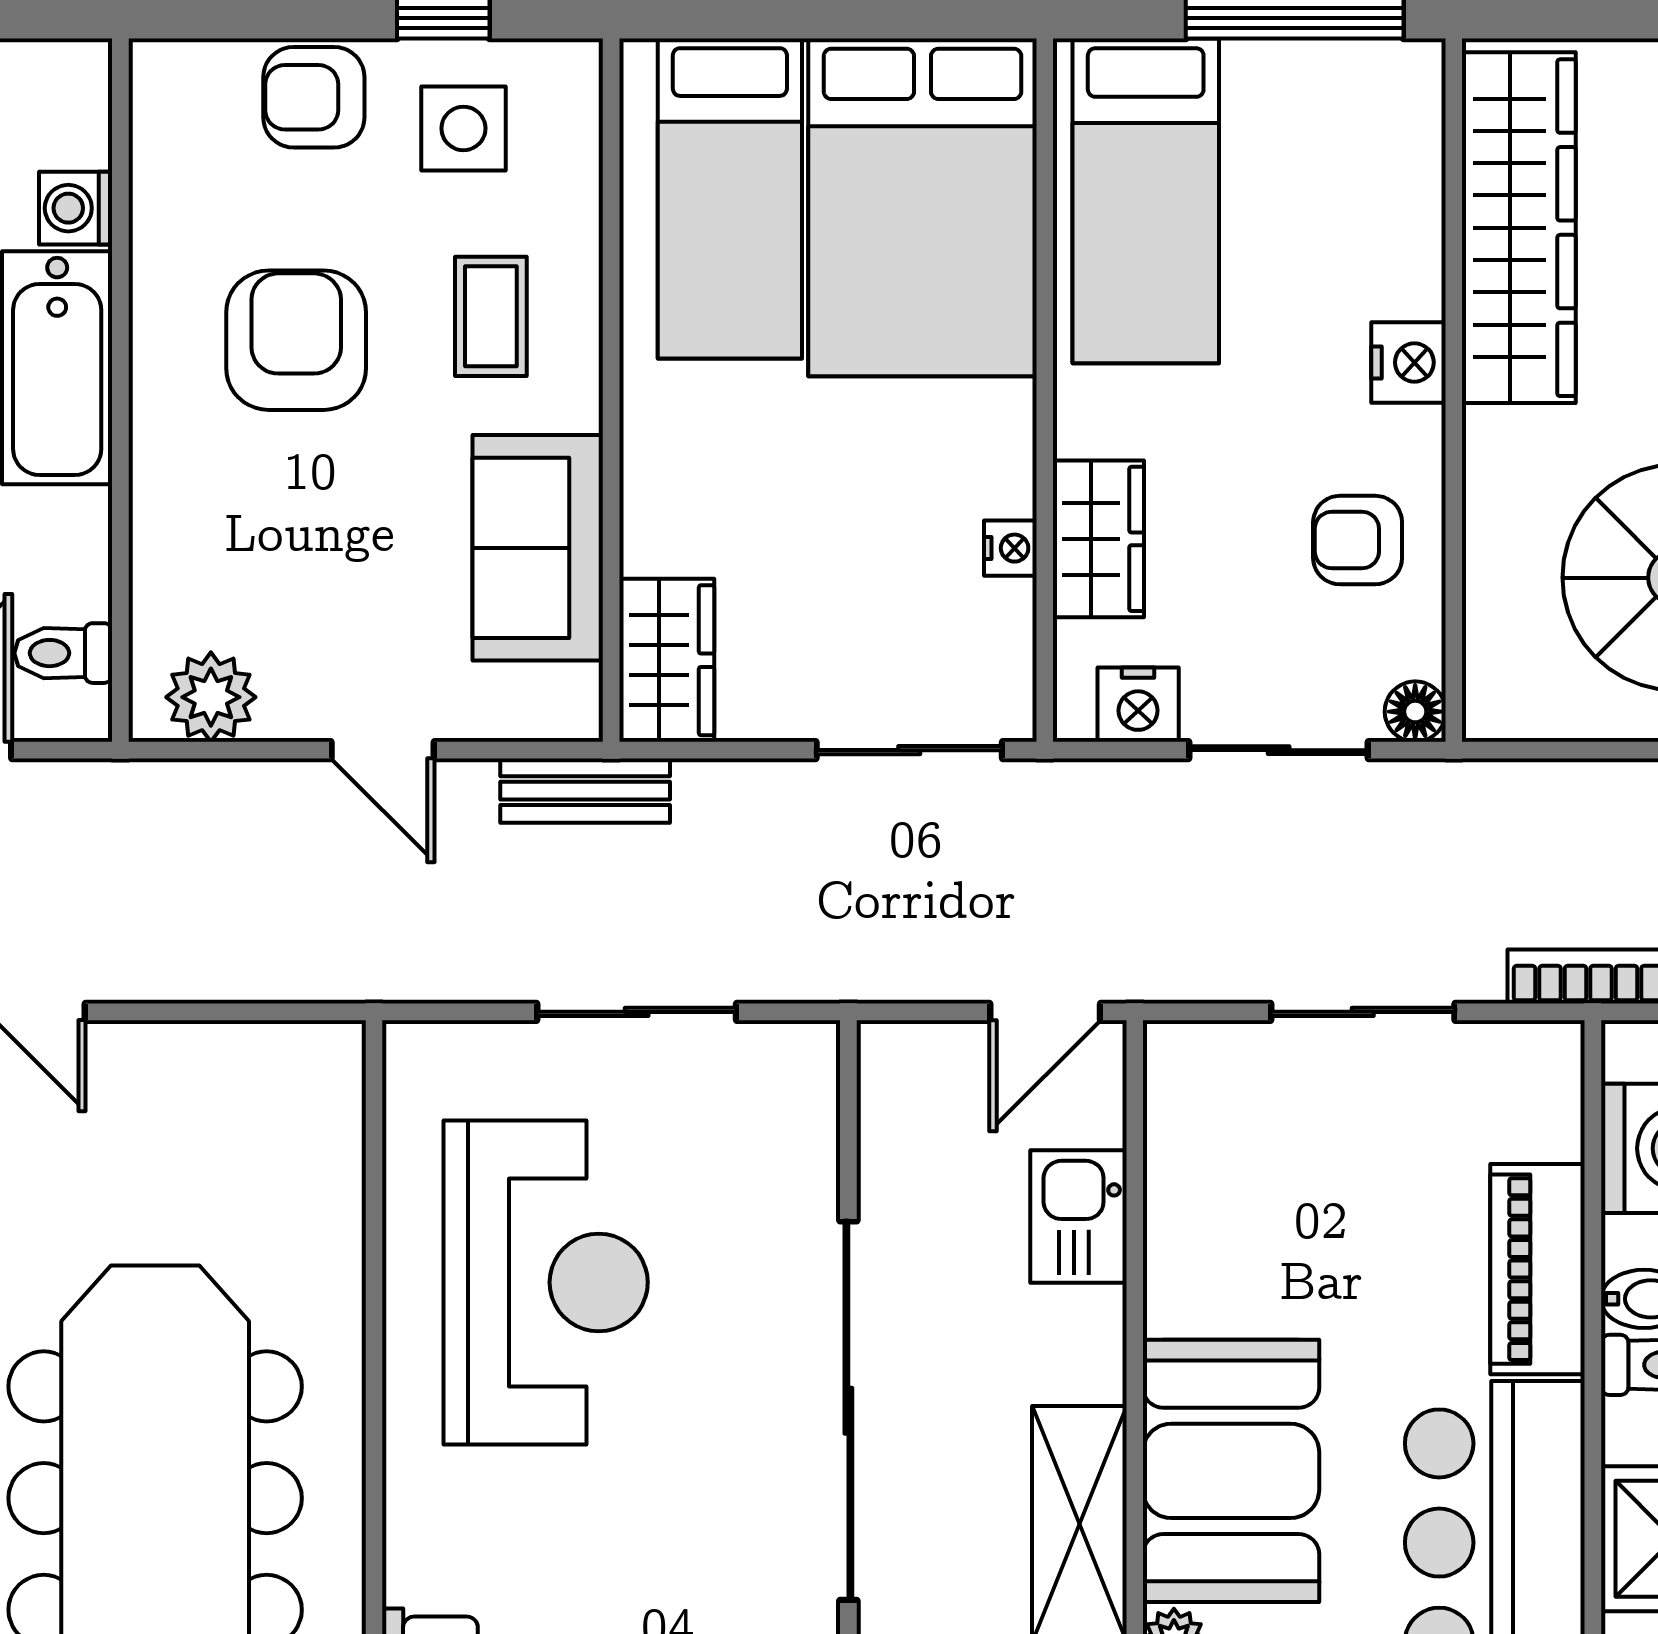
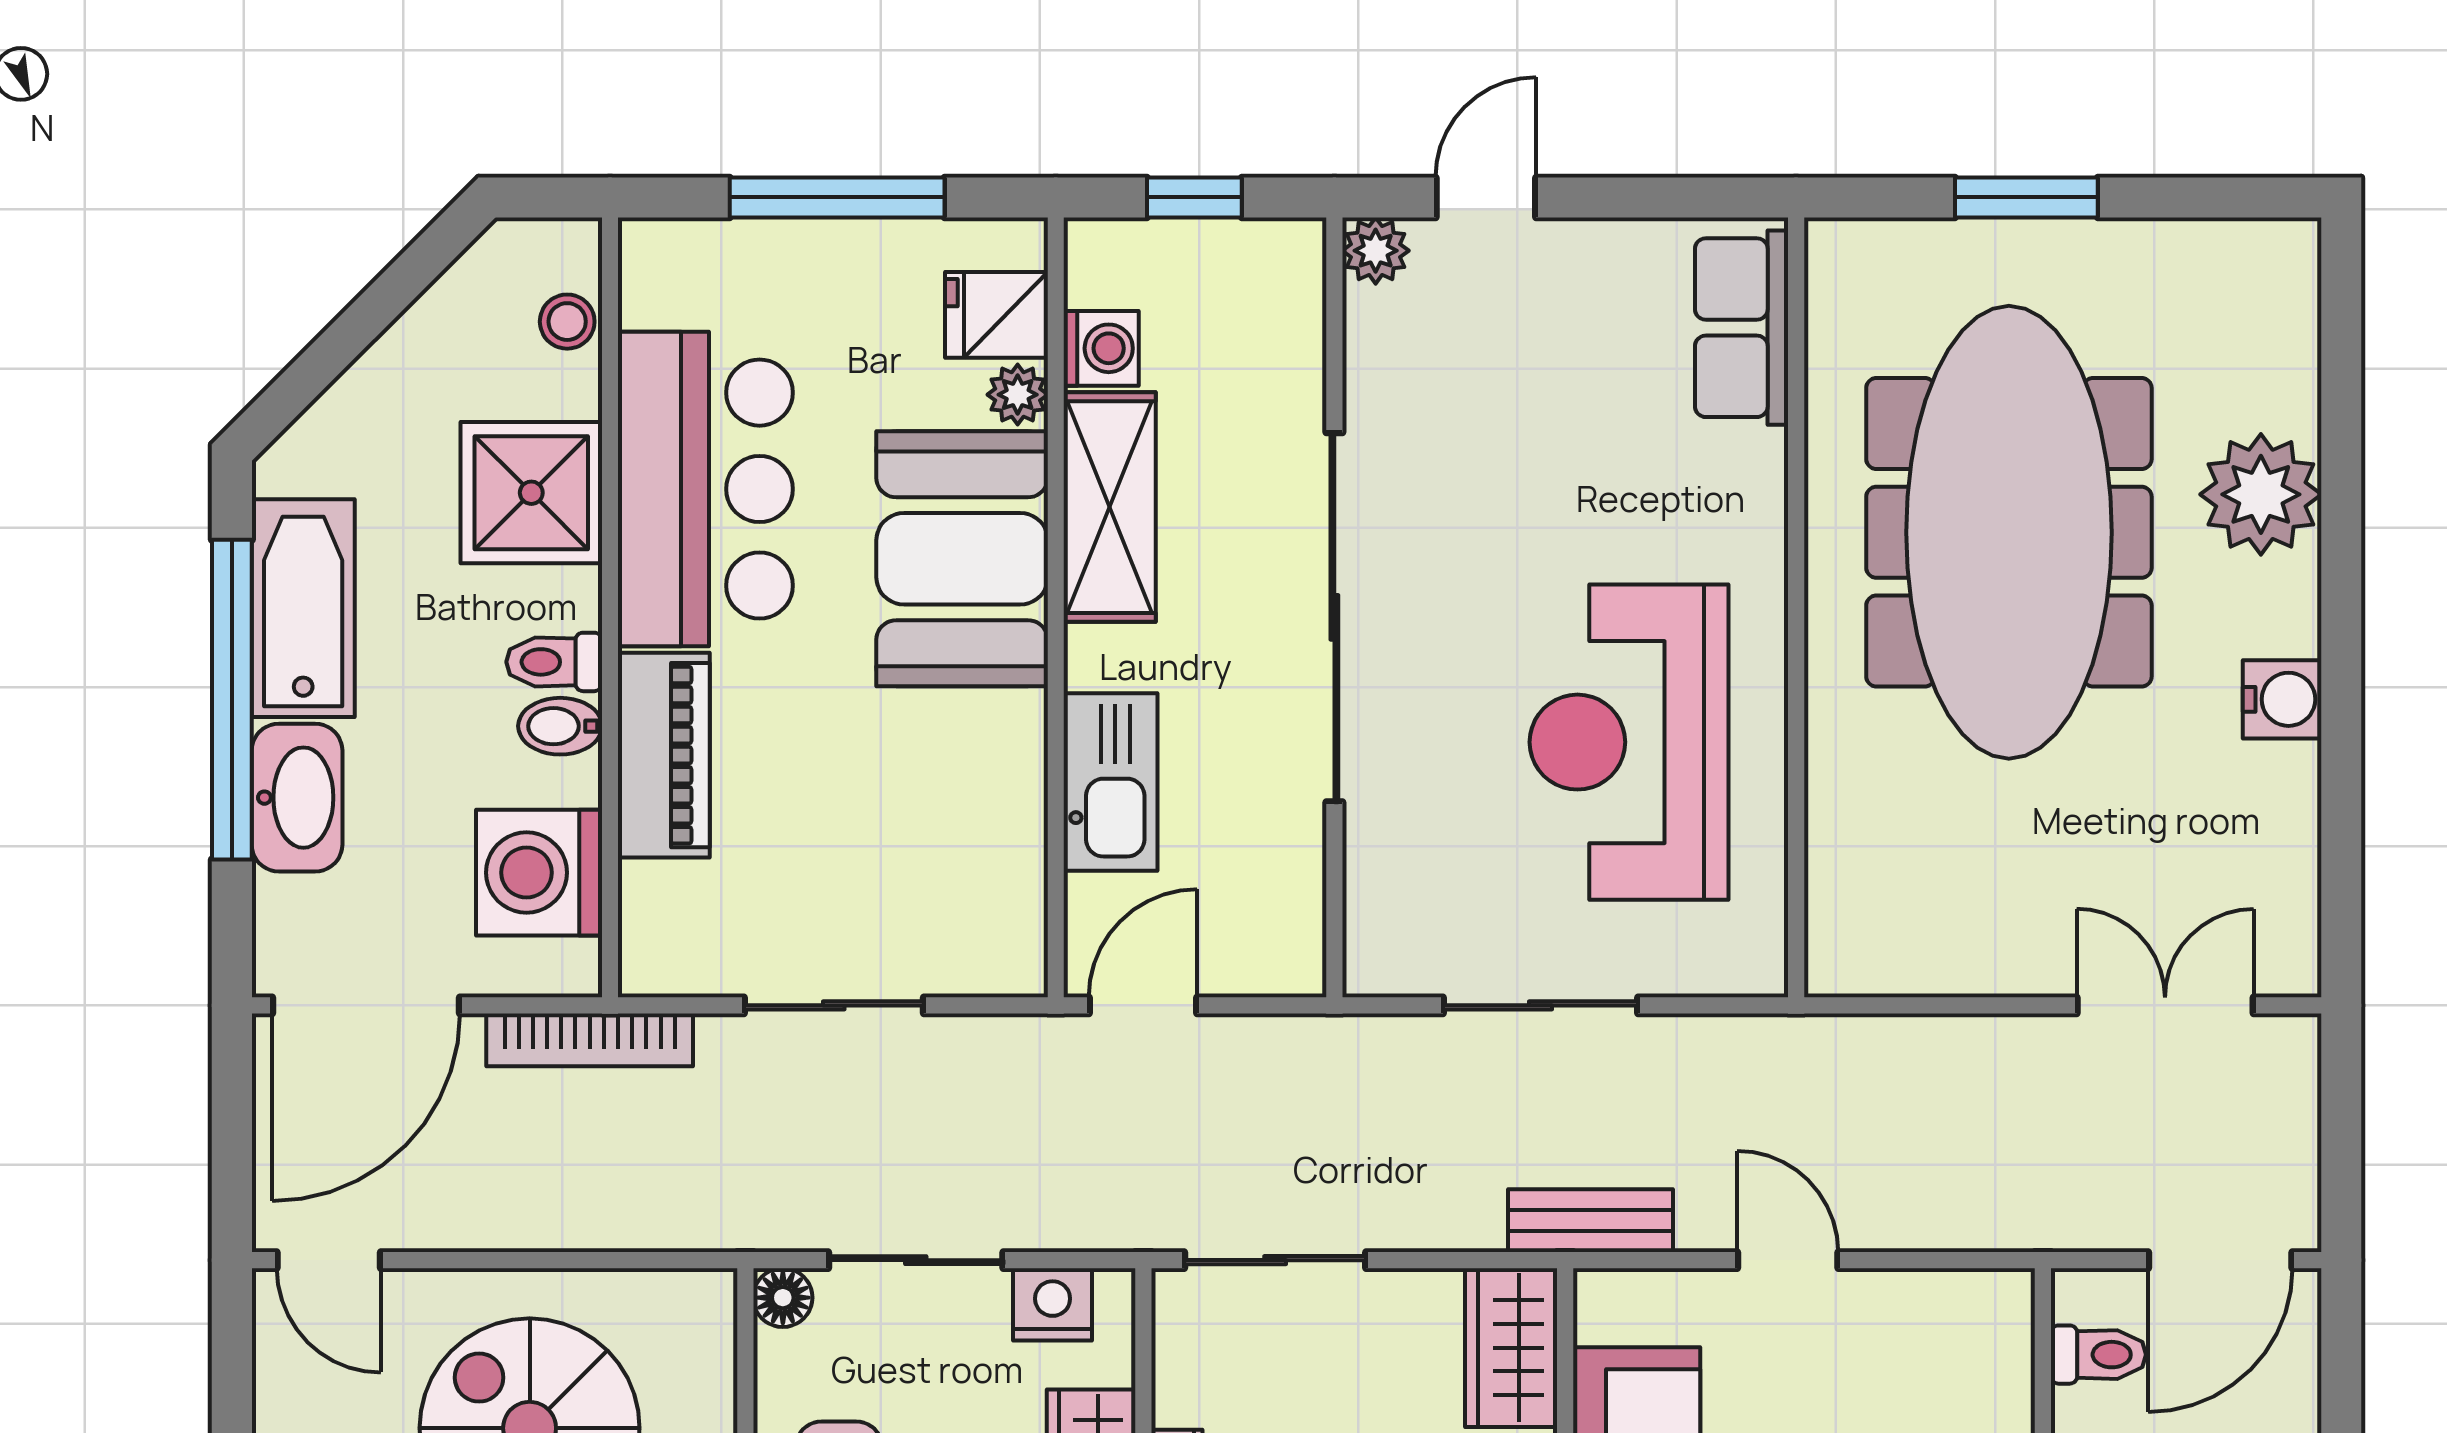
plant: (211, 697) -> (1955, 1312), removed
kitchen sink: (1078, 1216) -> (1111, 782), width x1.38

